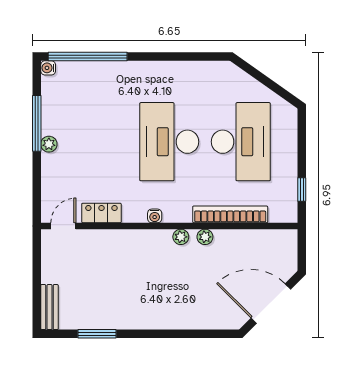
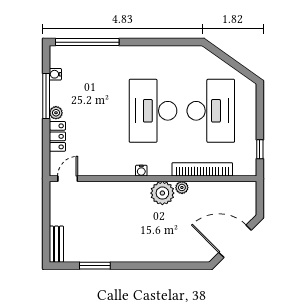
water cooler: (48, 68) -> (55, 74), moved
locker: (101, 213) -> (57, 136), moved, turned 90
plant: (181, 237) -> (162, 193), width x1.88, depth x1.88

